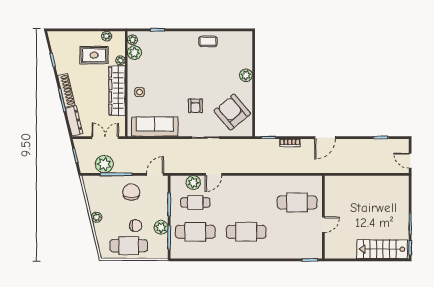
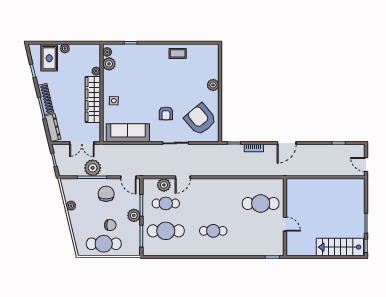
plant: (107, 36) -> (65, 48), moved
rug: (94, 55) -> (49, 58), moved, turned 90
double door: (105, 138) -> (82, 143), swing flipped
plant: (104, 164) -> (93, 168), moved
door: (155, 174) -> (128, 177), swing flipped
plant: (96, 217) -> (71, 206), moved
door: (323, 225) -> (285, 224), hinge flipped
plant: (161, 227) -> (134, 215), moved
cafe table: (246, 232) -> (213, 231), width x0.73, depth x0.74

